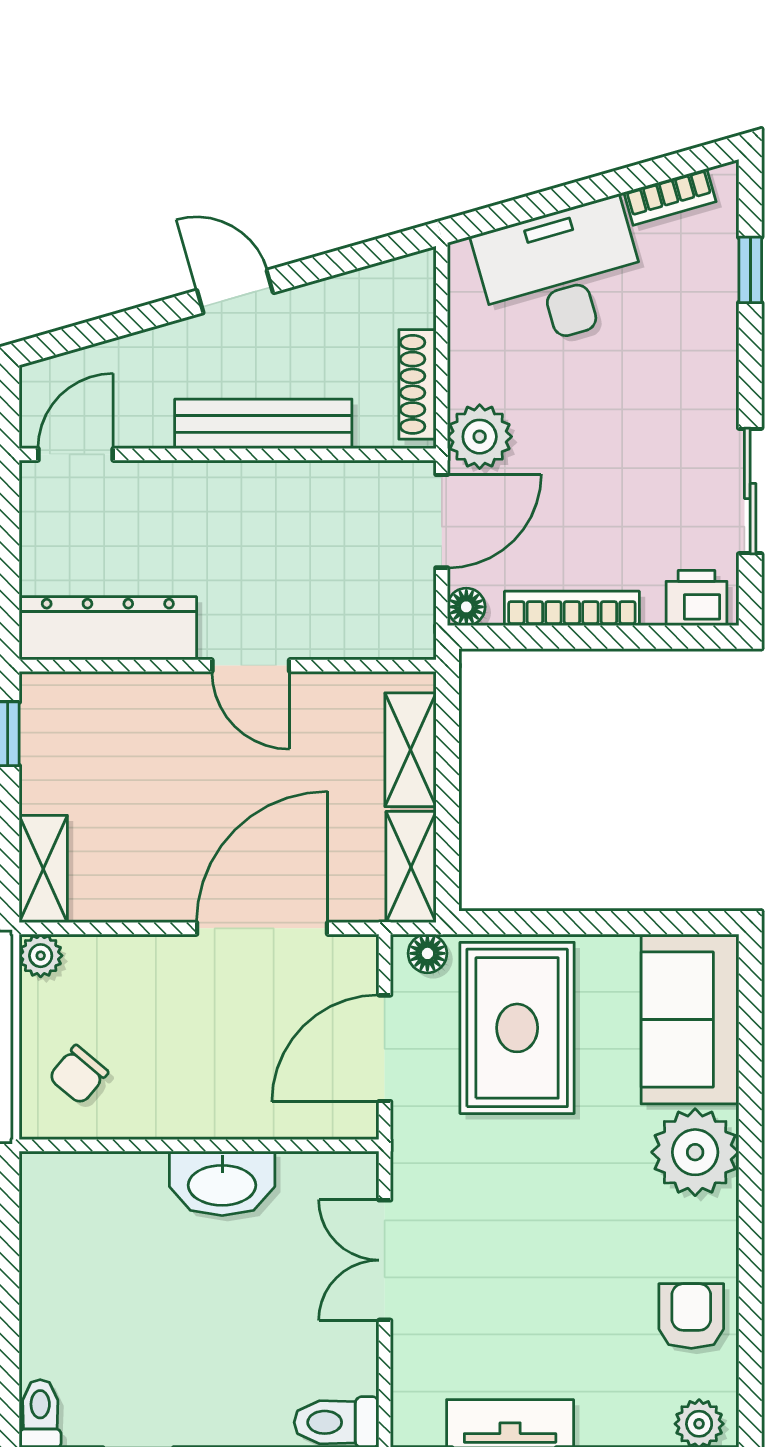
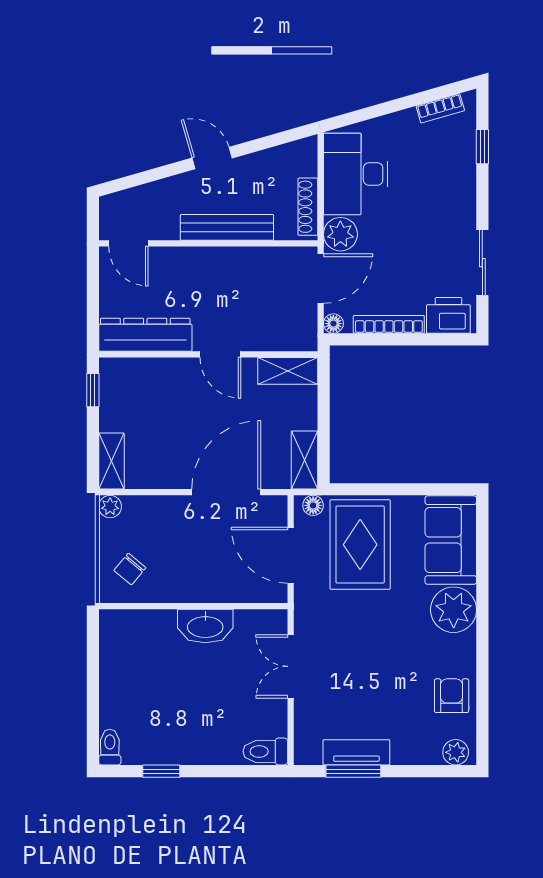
desk: (561, 274) -> (356, 174), moved, turned -74
door: (76, 454) -> (128, 243), swing flipped
printer: (696, 598) -> (448, 315), width x1.36, depth x1.24
shelving: (410, 750) -> (288, 371), moved, turned 90
door: (385, 1048) -> (291, 555), hinge flipped

